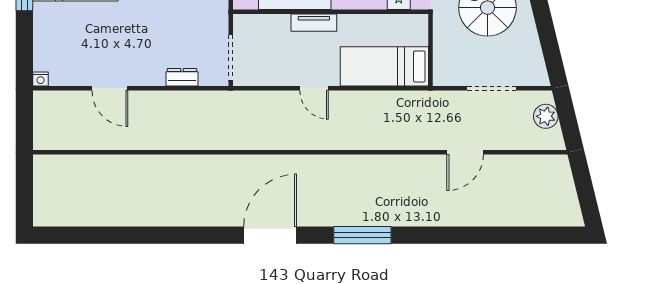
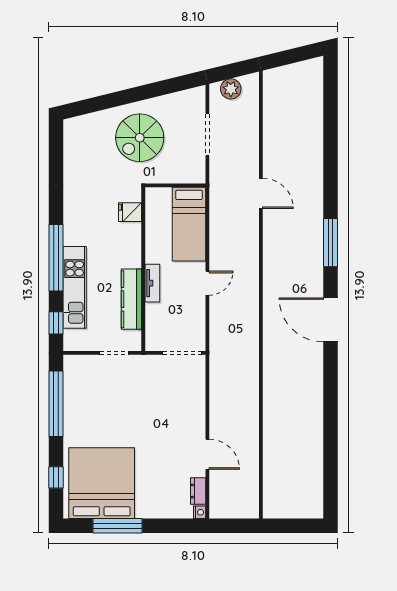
dresser: (182, 77) -> (198, 491), moved
door: (110, 88) -> (207, 454), hinge flipped
door: (465, 152) -> (261, 193), moved

